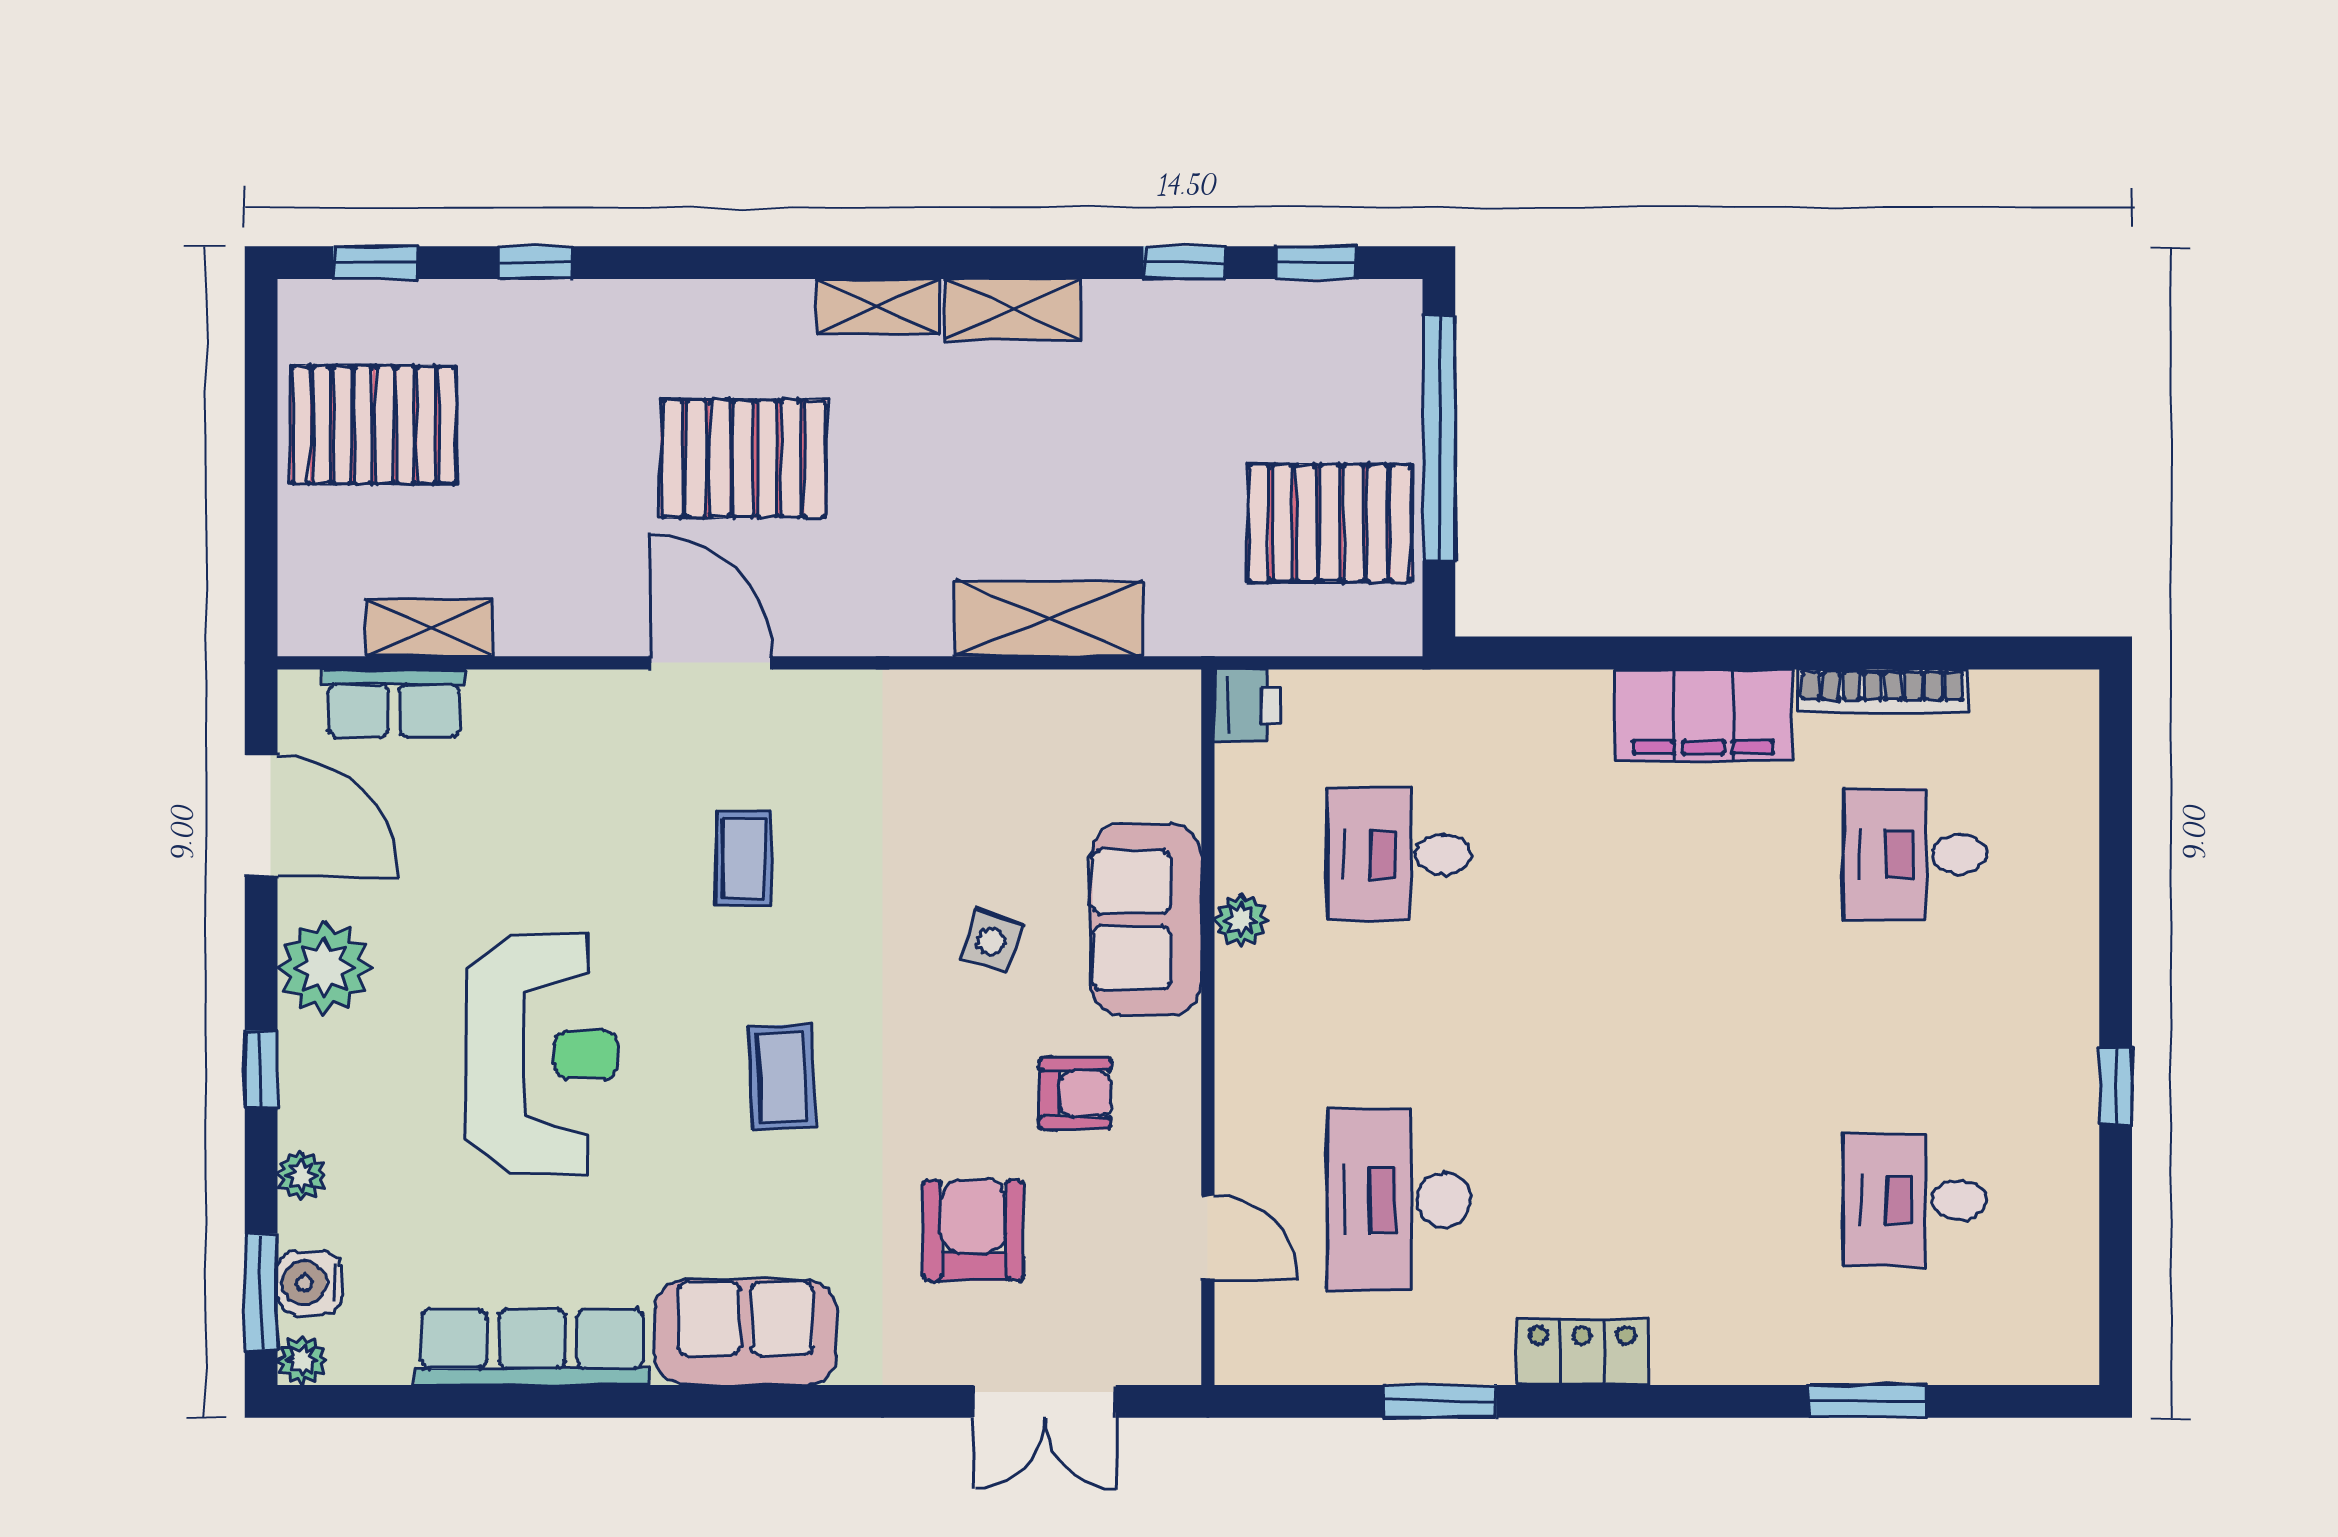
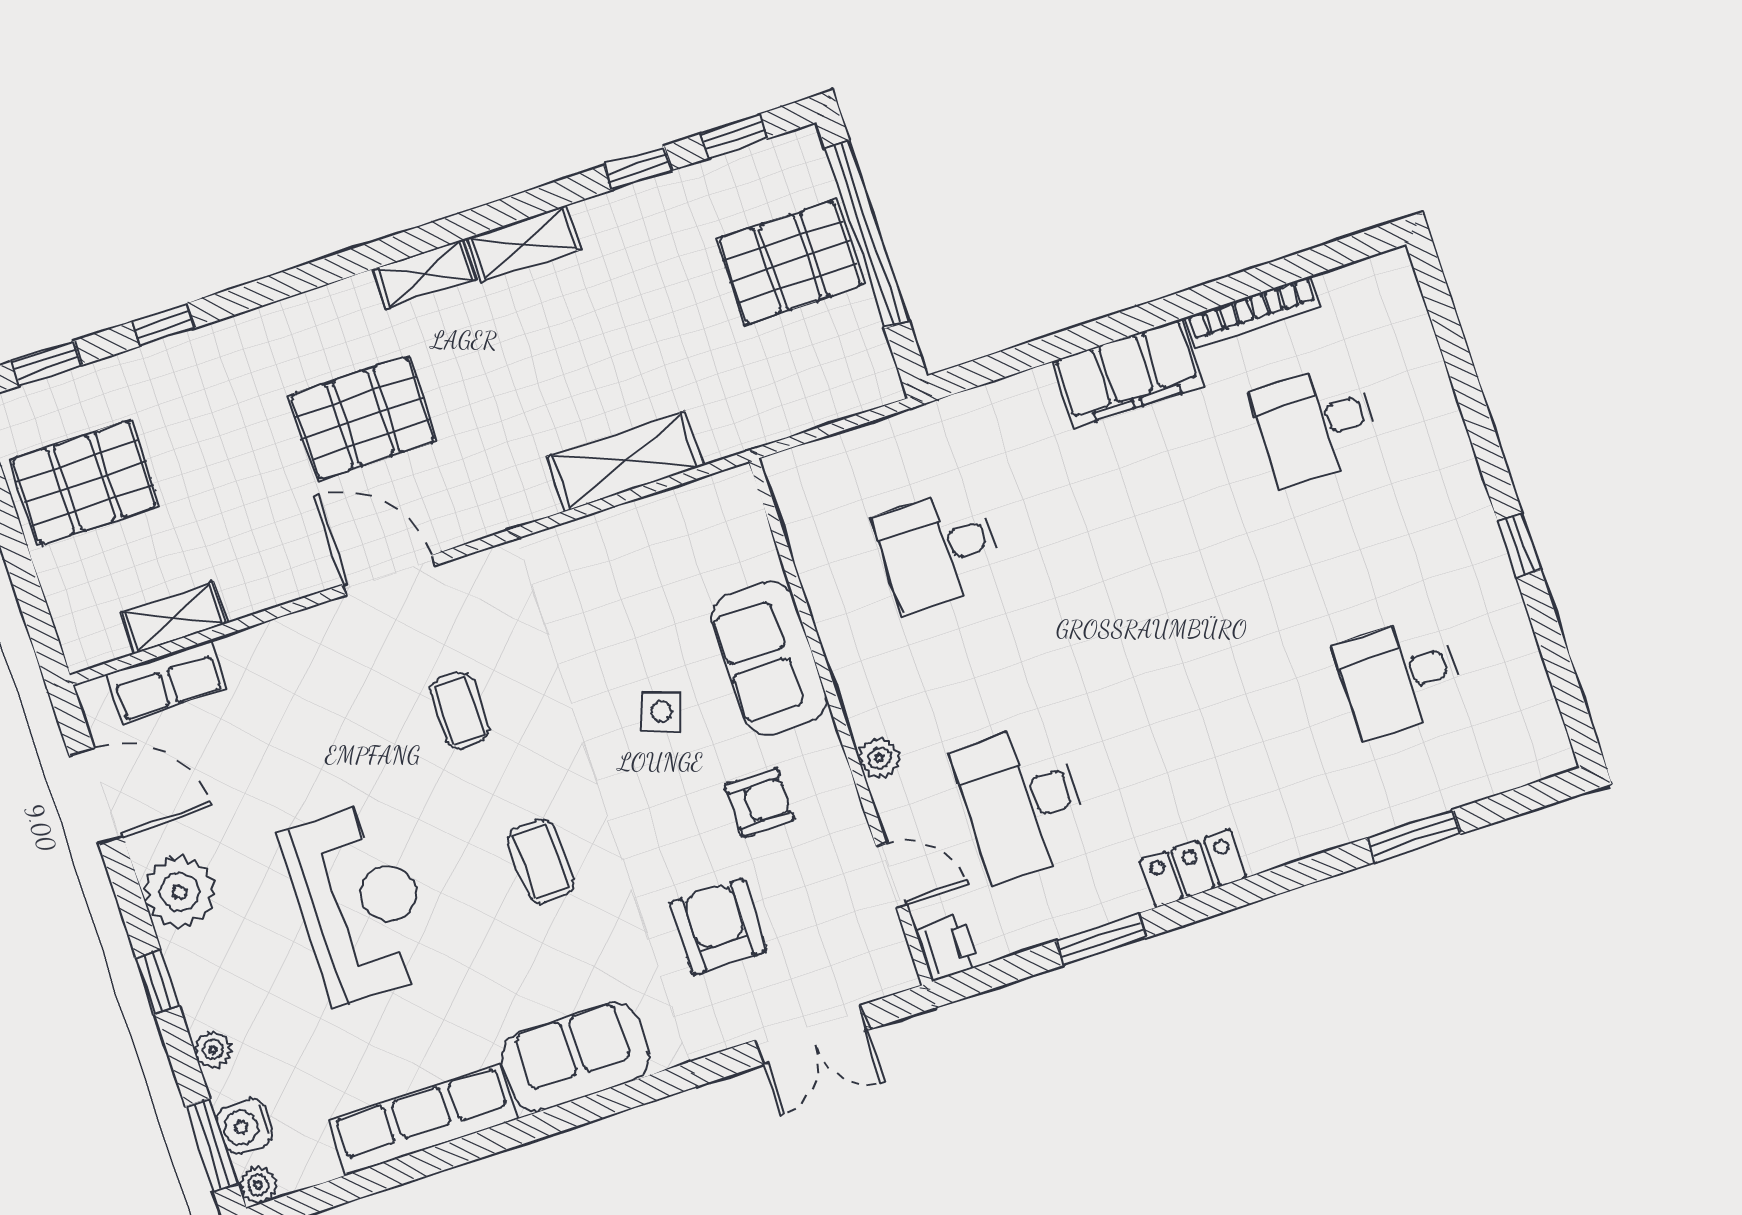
pallet: (1330, 523) -> (790, 262), moved
printer: (1247, 706) -> (947, 947), moved
plant: (1241, 920) -> (879, 758), moved

